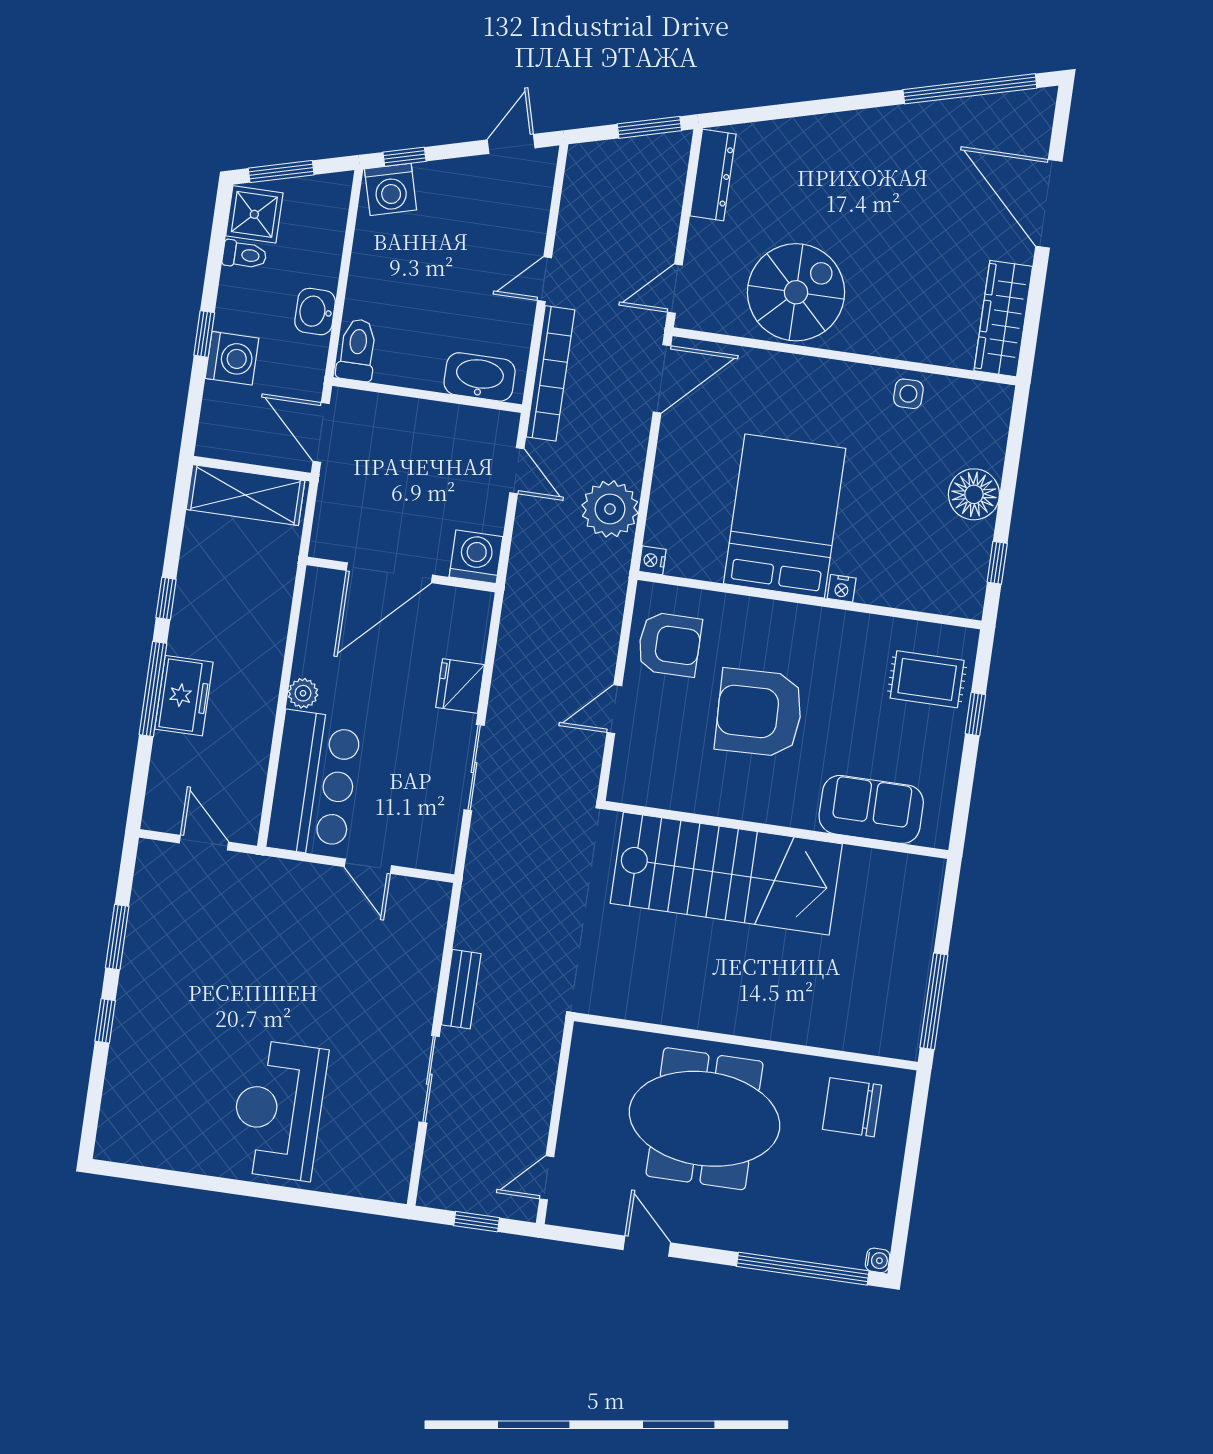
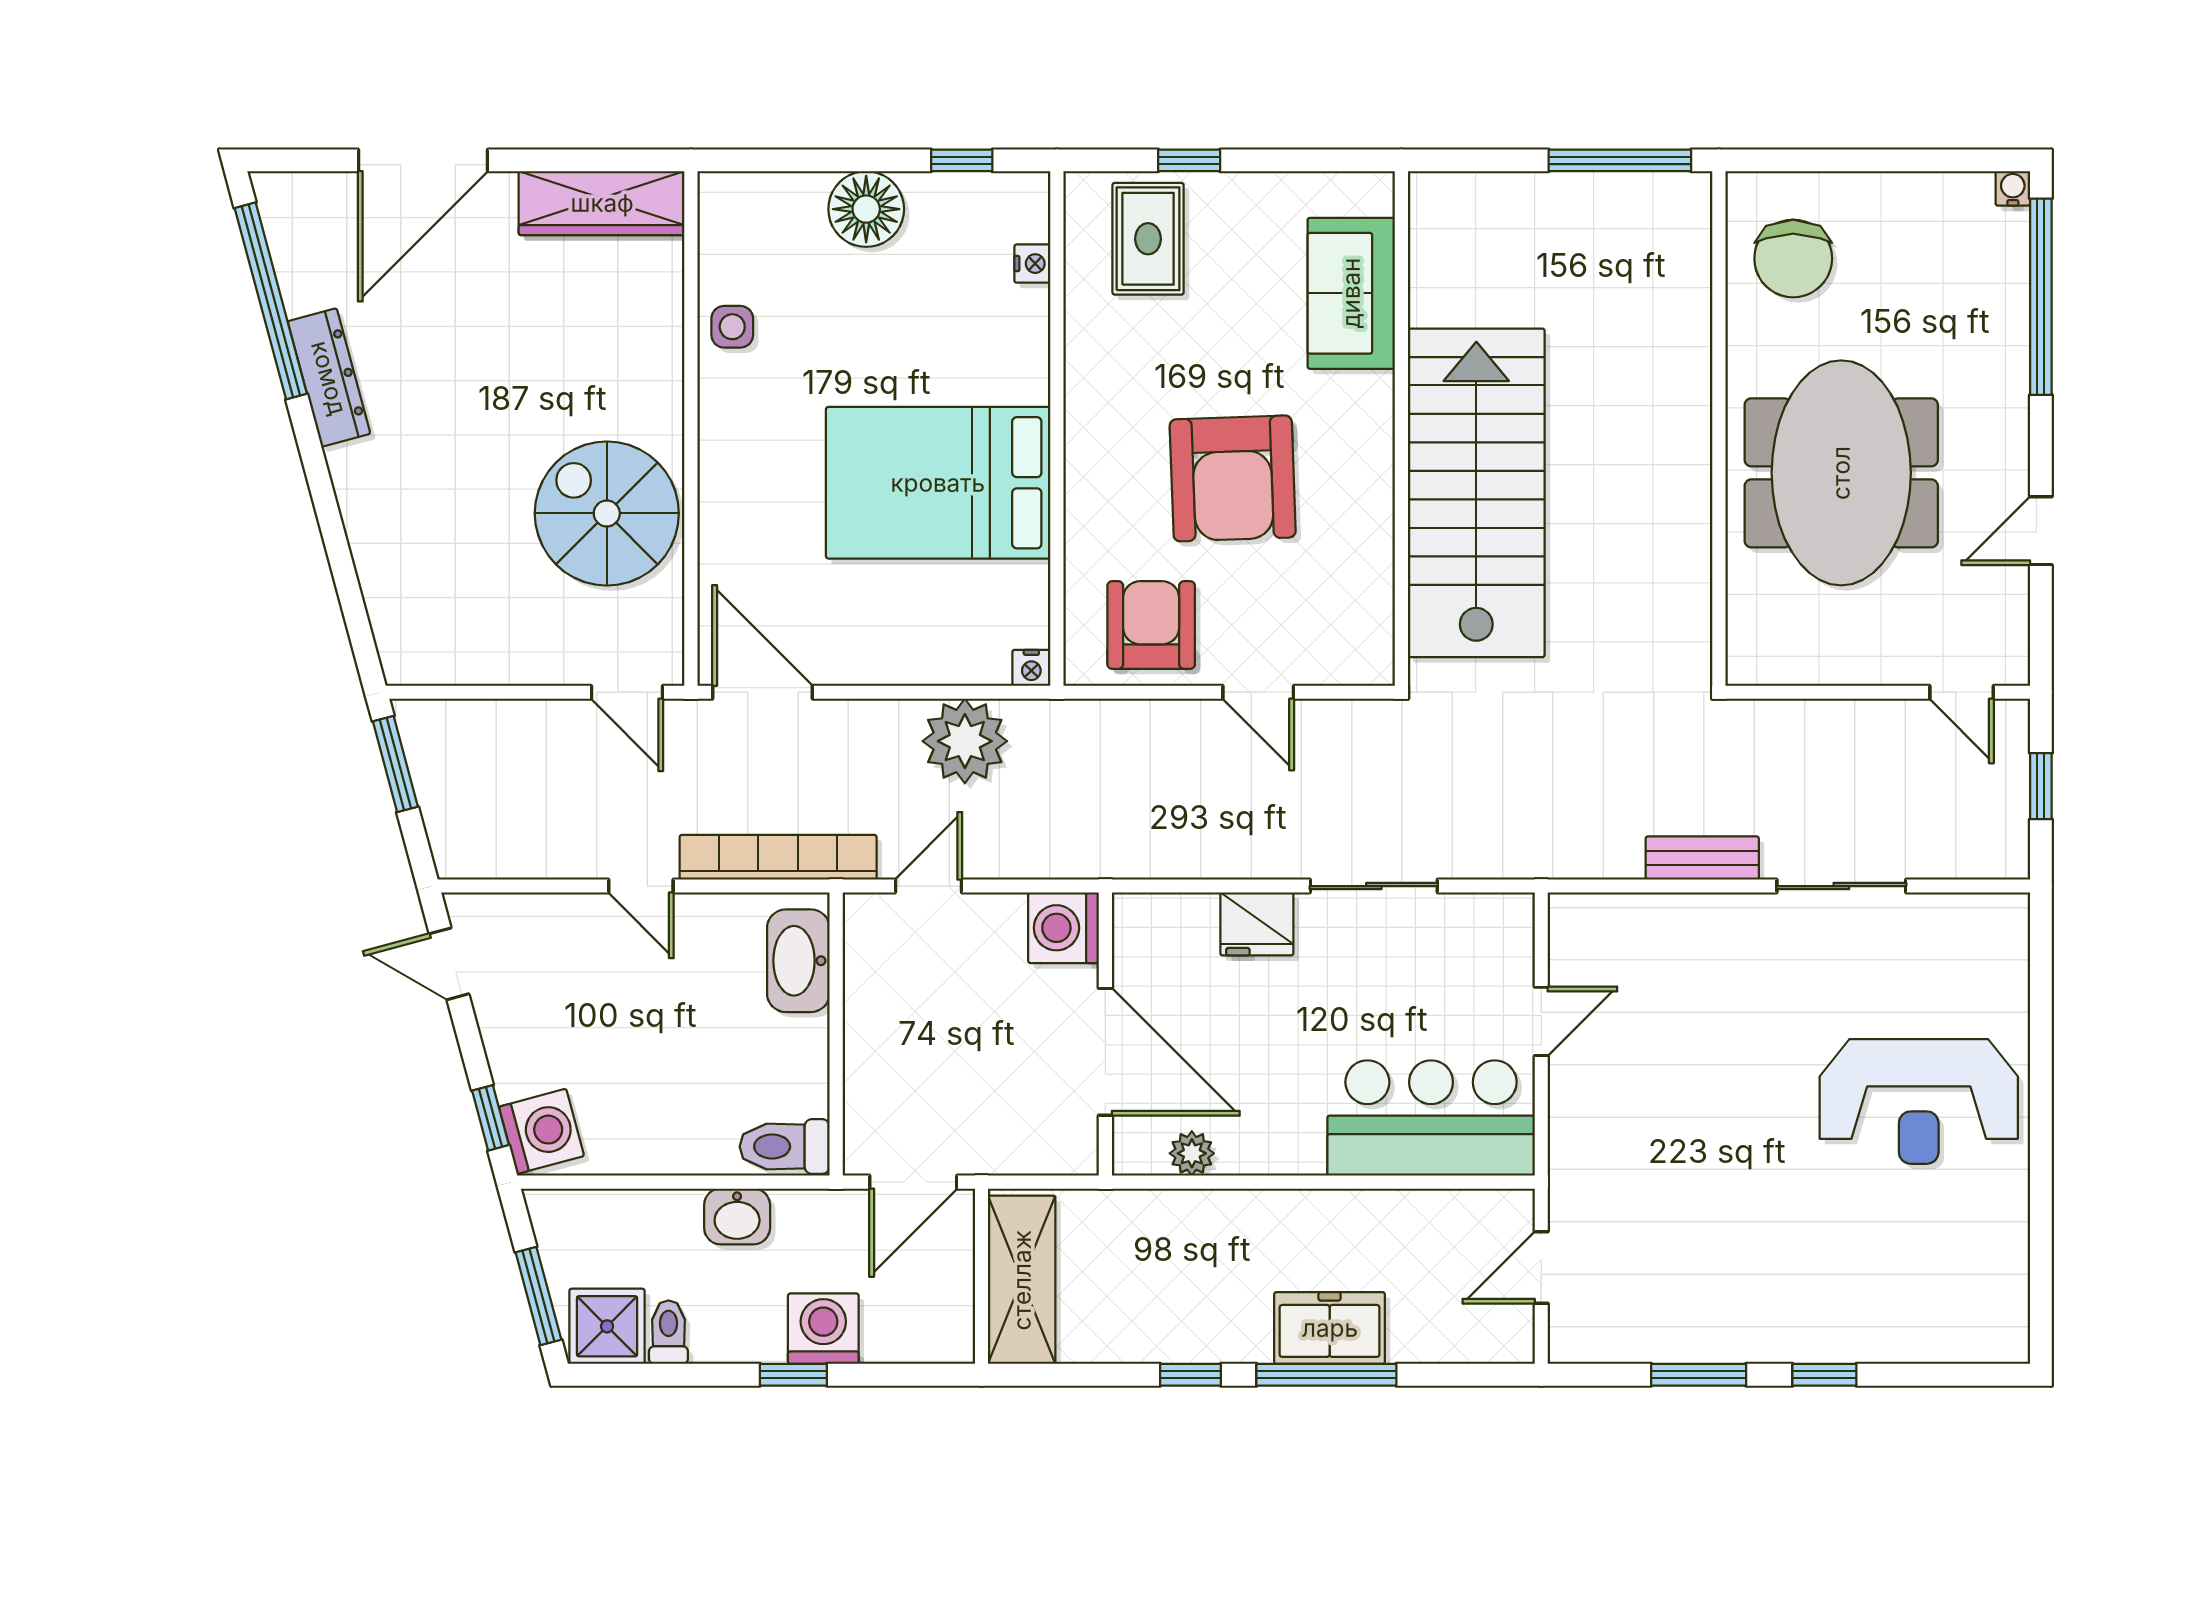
dresser: (713, 175) -> (329, 378), moved, turned 75
nightstand: (842, 588) -> (1032, 264), moved
plant: (303, 693) -> (1192, 1153), moved

